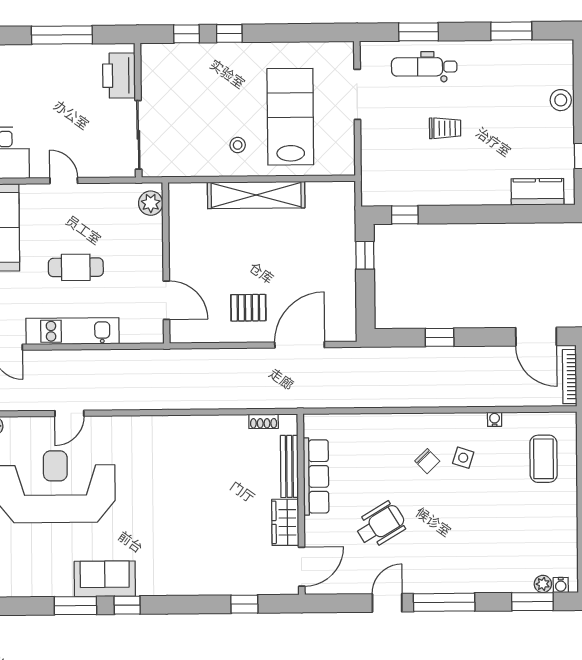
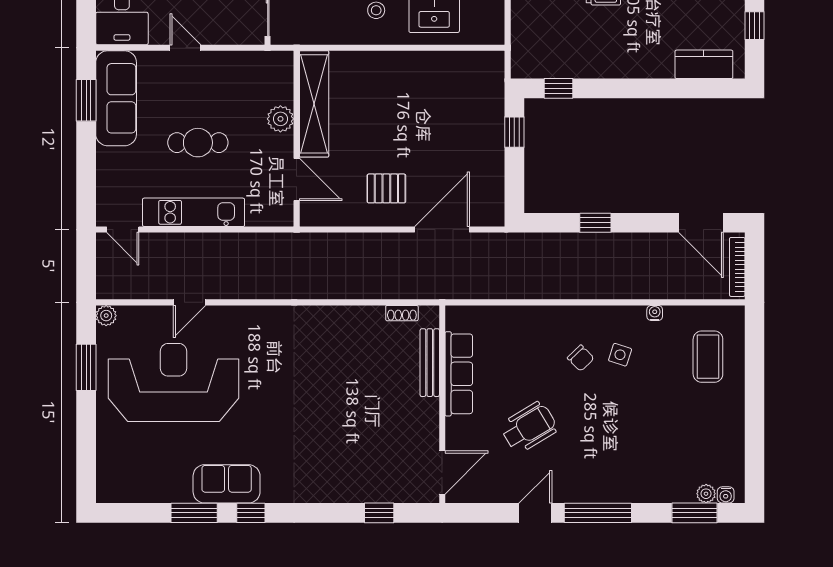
shelving: (256, 195) -> (314, 104), moved, turned 90
plant: (151, 203) -> (280, 119), moved
wardrobe: (285, 522) -> (425, 424), removed

